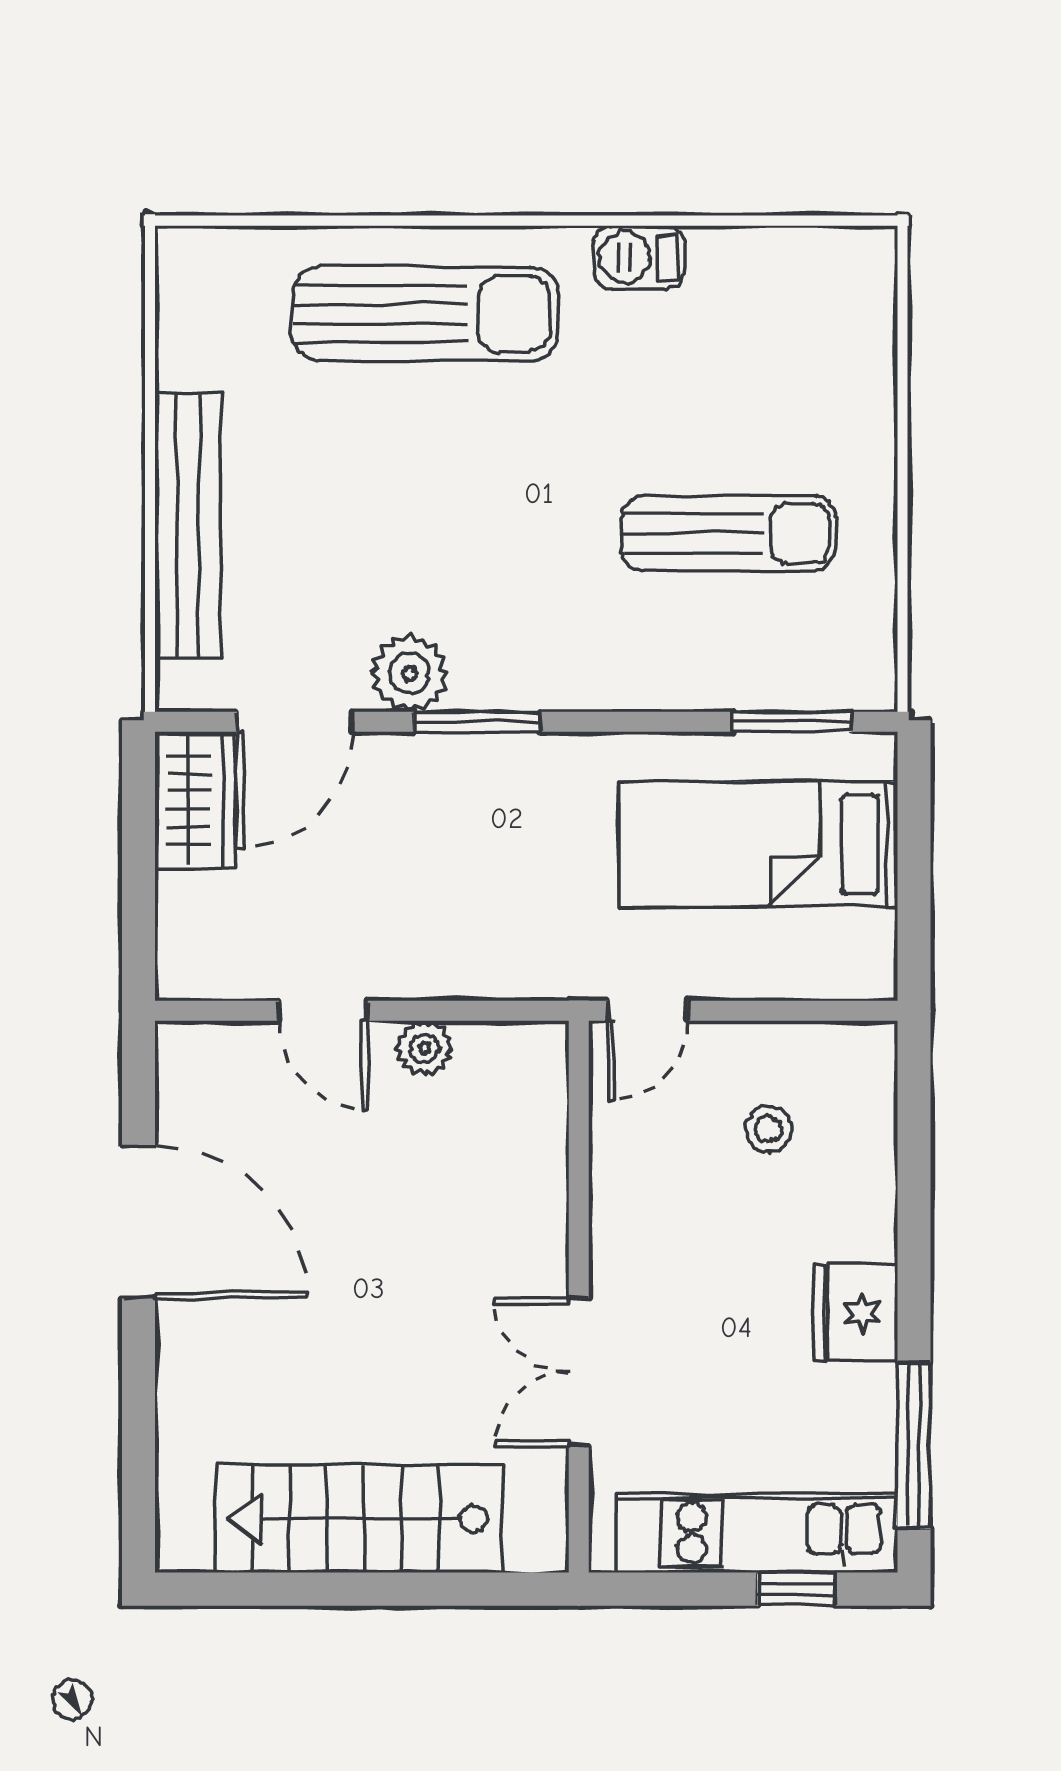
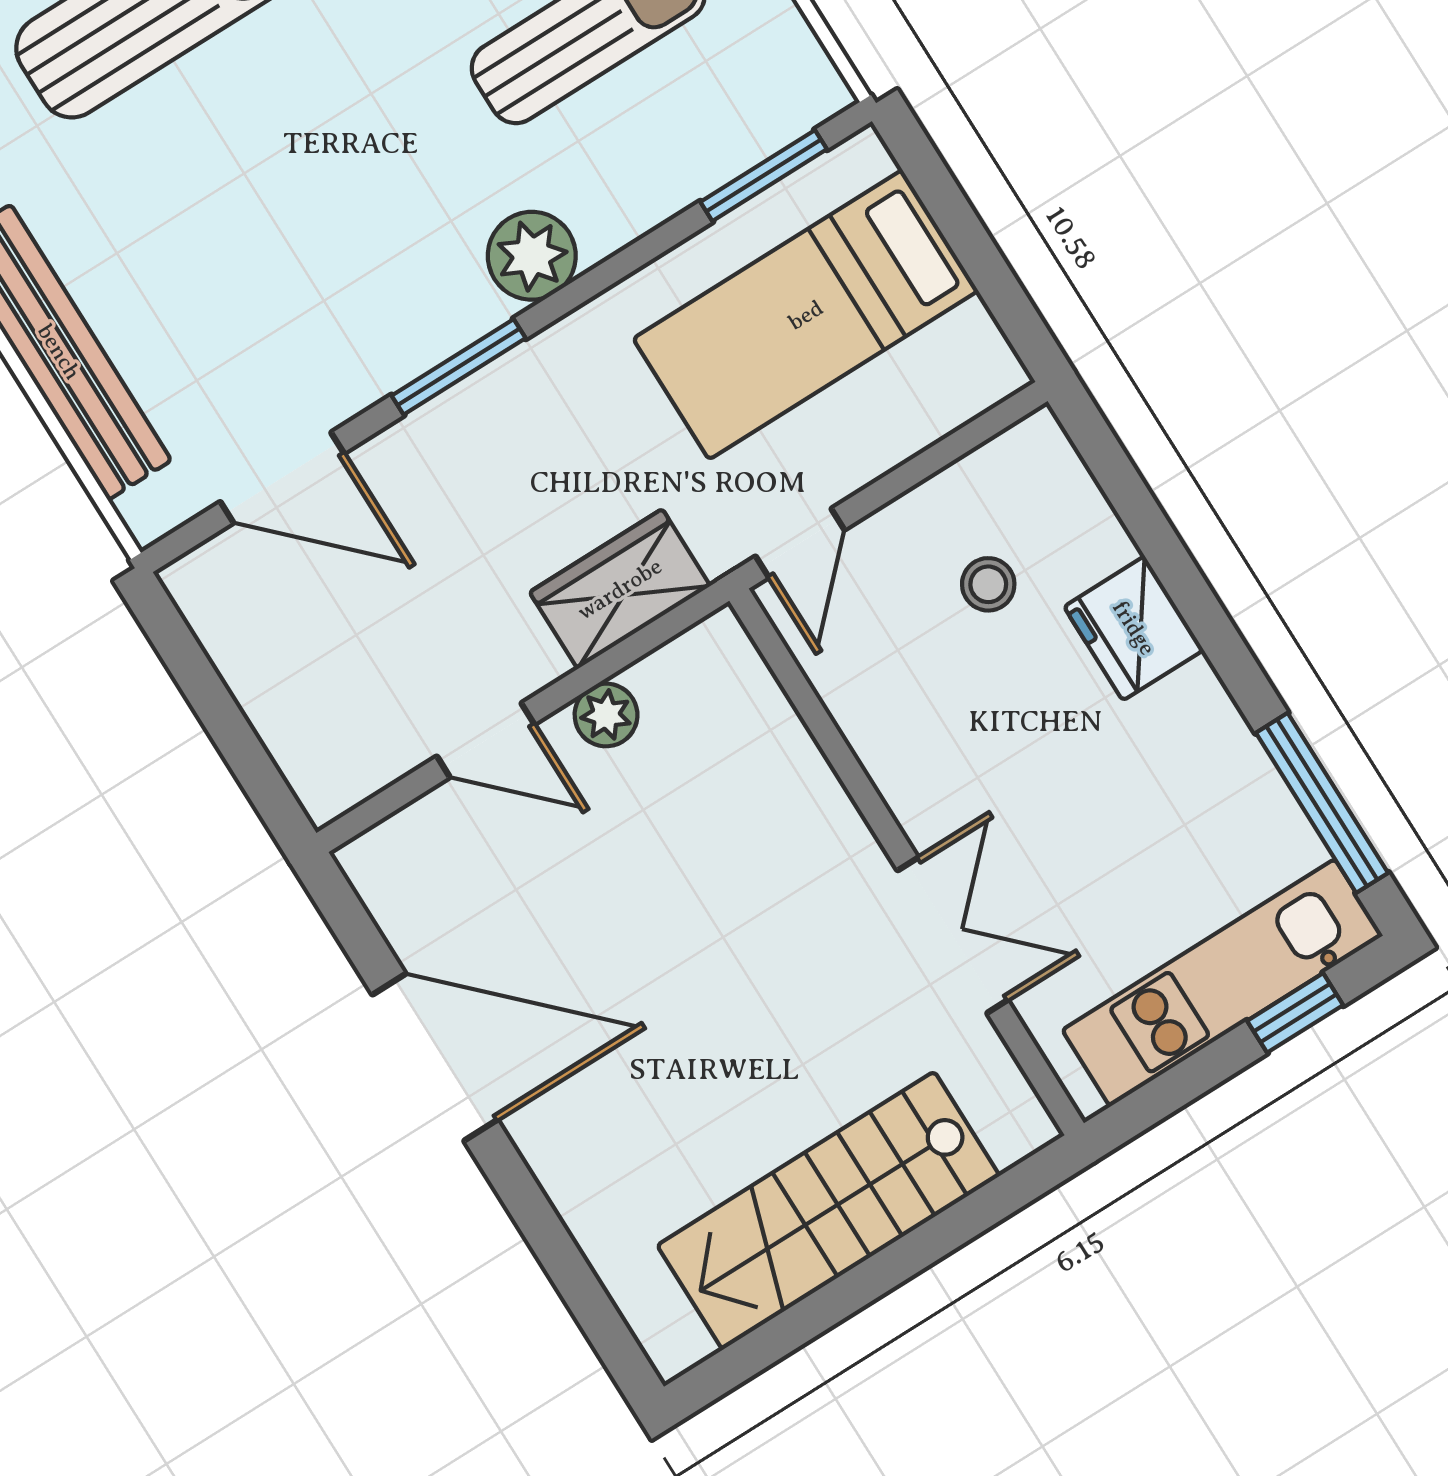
plant: (409, 673) -> (532, 256), moved
door: (295, 722) -> (282, 478), hinge flipped
wardrobe: (195, 800) -> (620, 589), moved, turned -90
fridge: (856, 1313) -> (1134, 628), moved
double door: (579, 1372) -> (953, 935), swing flipped

